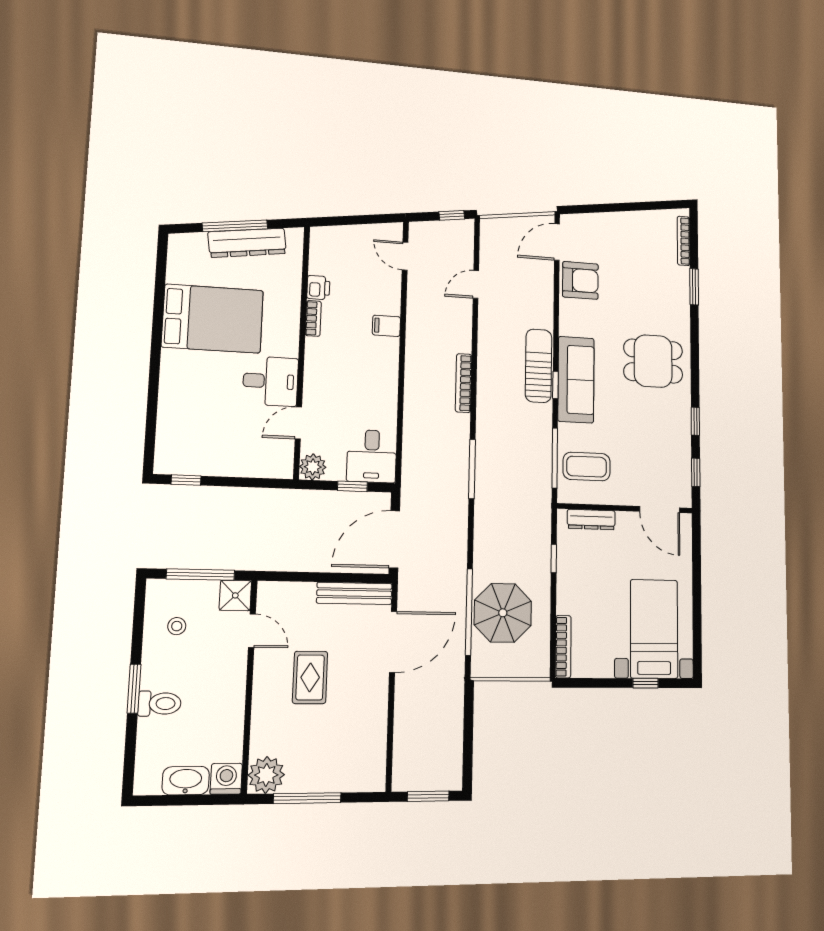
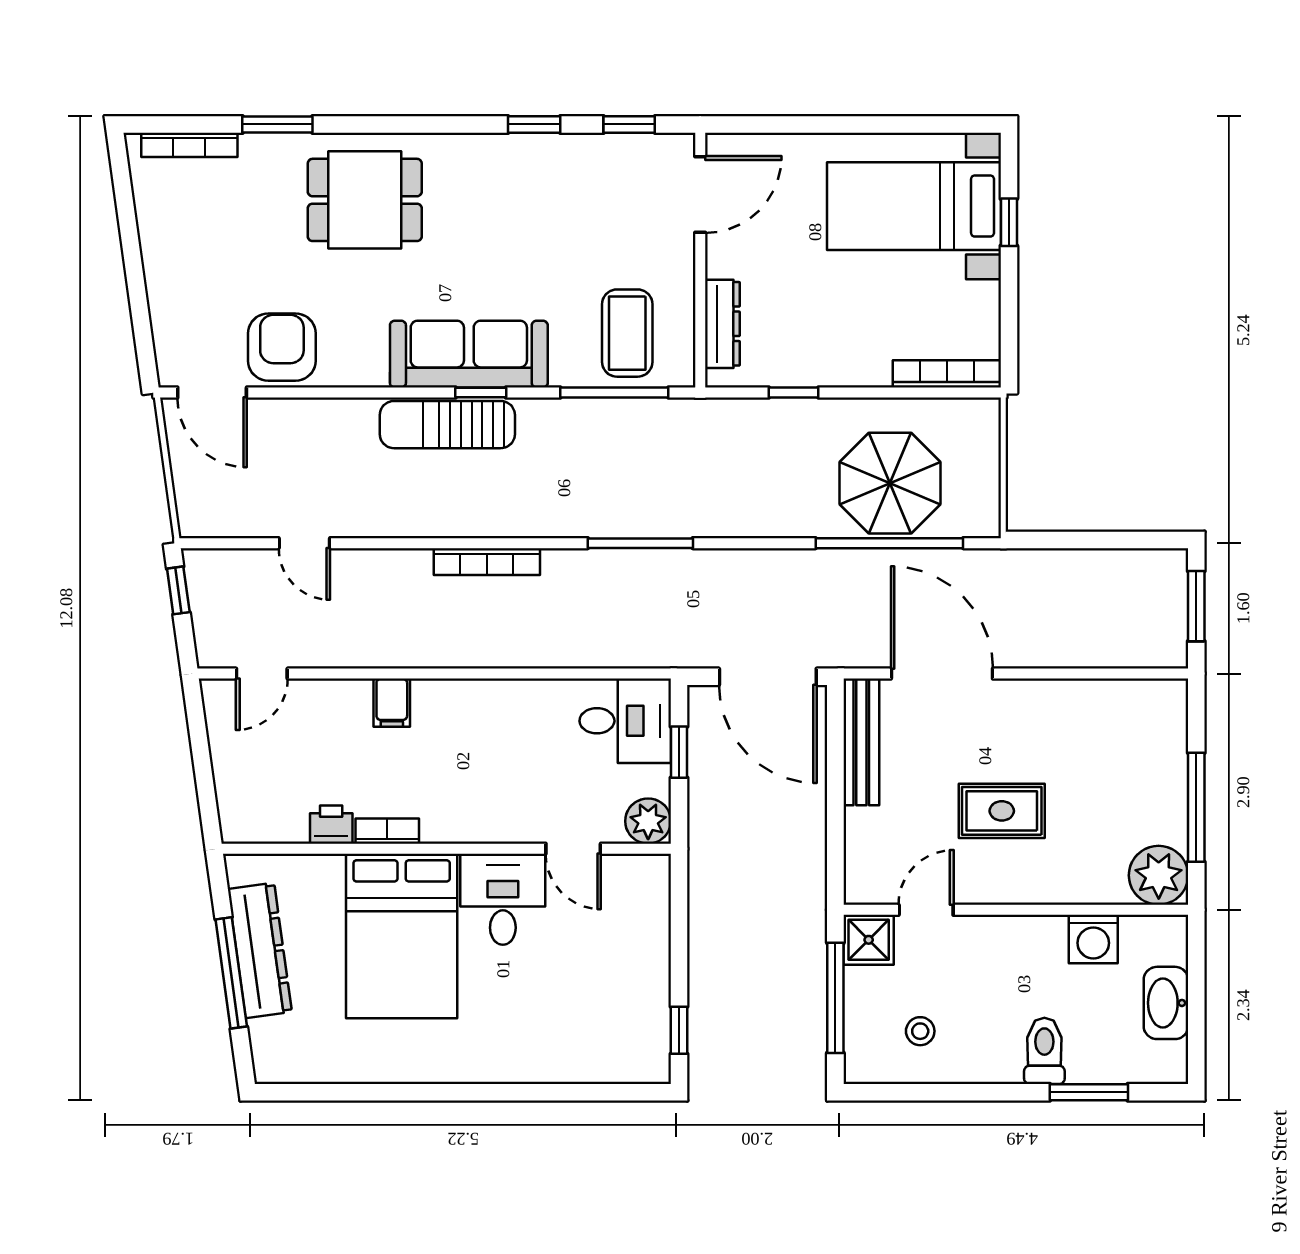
bed: (213, 319) -> (402, 936), moved, turned 180
dining table: (653, 361) -> (365, 200), moved, turned 90
window: (134, 689) -> (1089, 1092), moved
washing machine: (226, 779) -> (1093, 939), moved, turned -90

